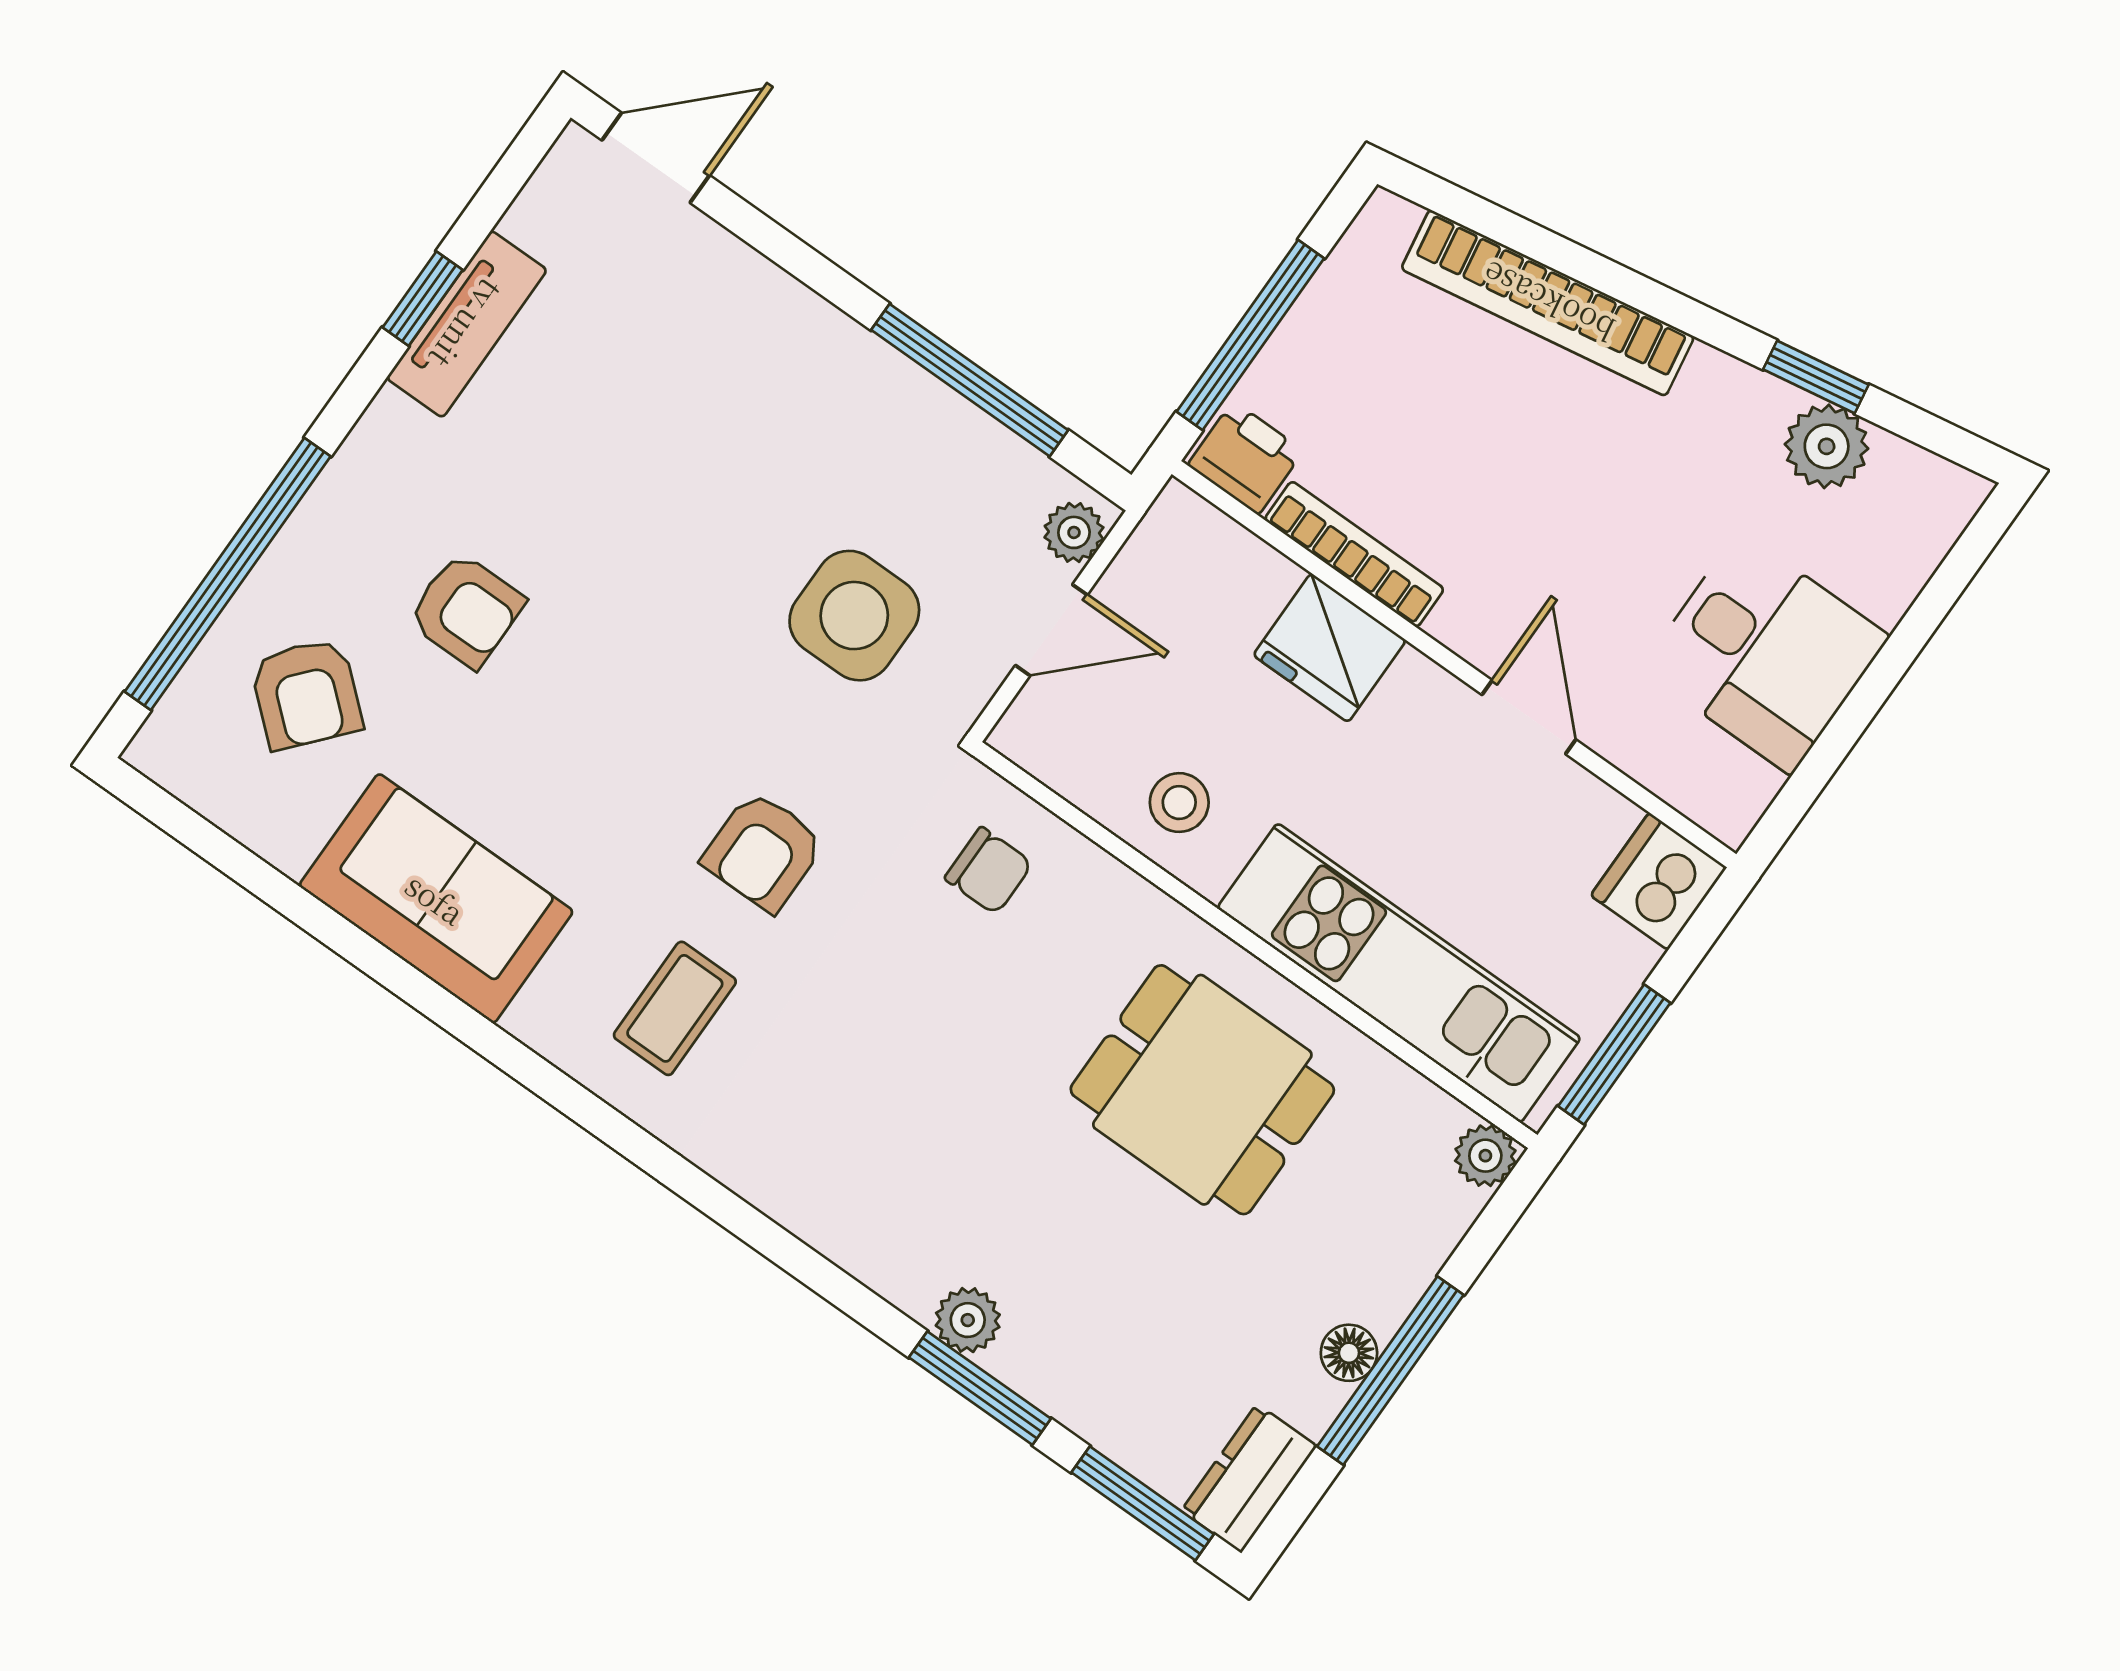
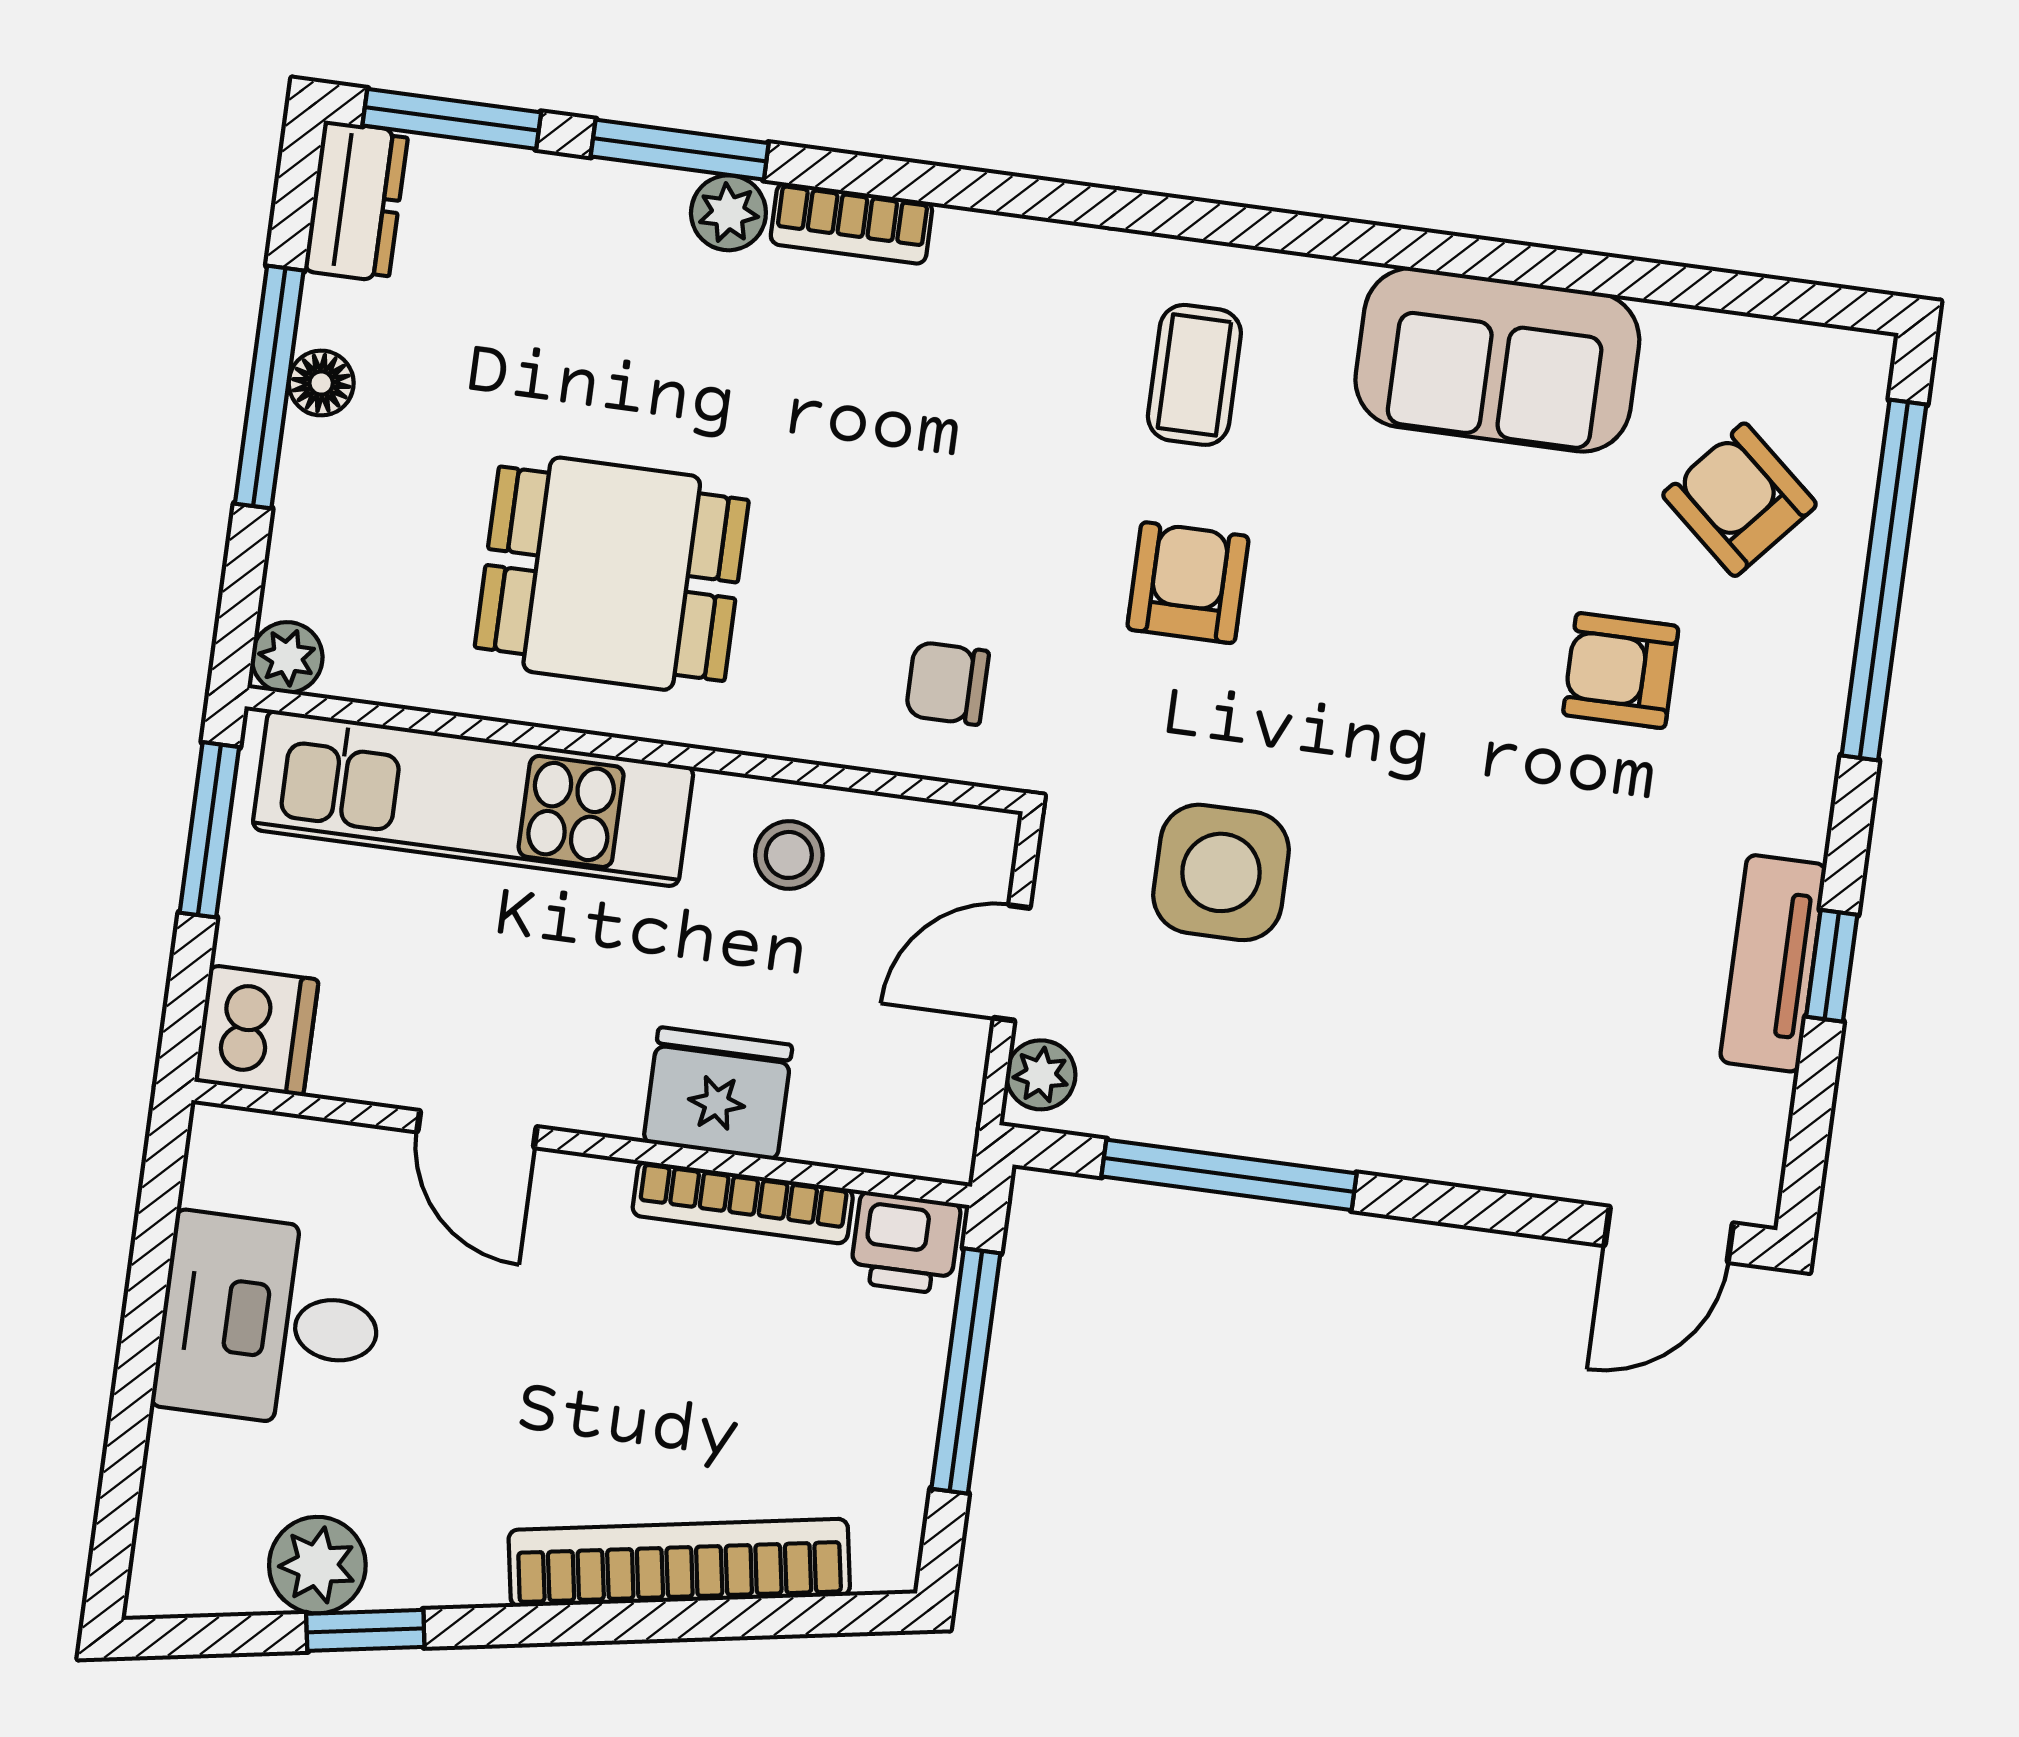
bookcase: (877, 1263) -> (851, 223), added

